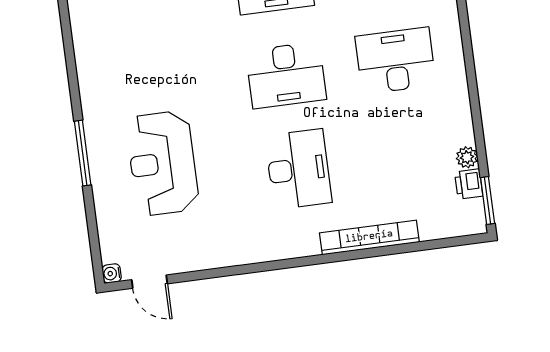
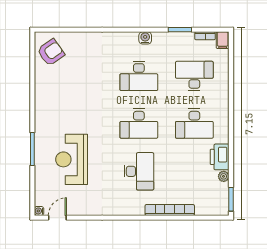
desk: (396, 61) -> (194, 124), turned 180
printer: (469, 184) -> (220, 157), moved, width x1.87, depth x1.48
door: (149, 282) -> (57, 218), swing flipped

